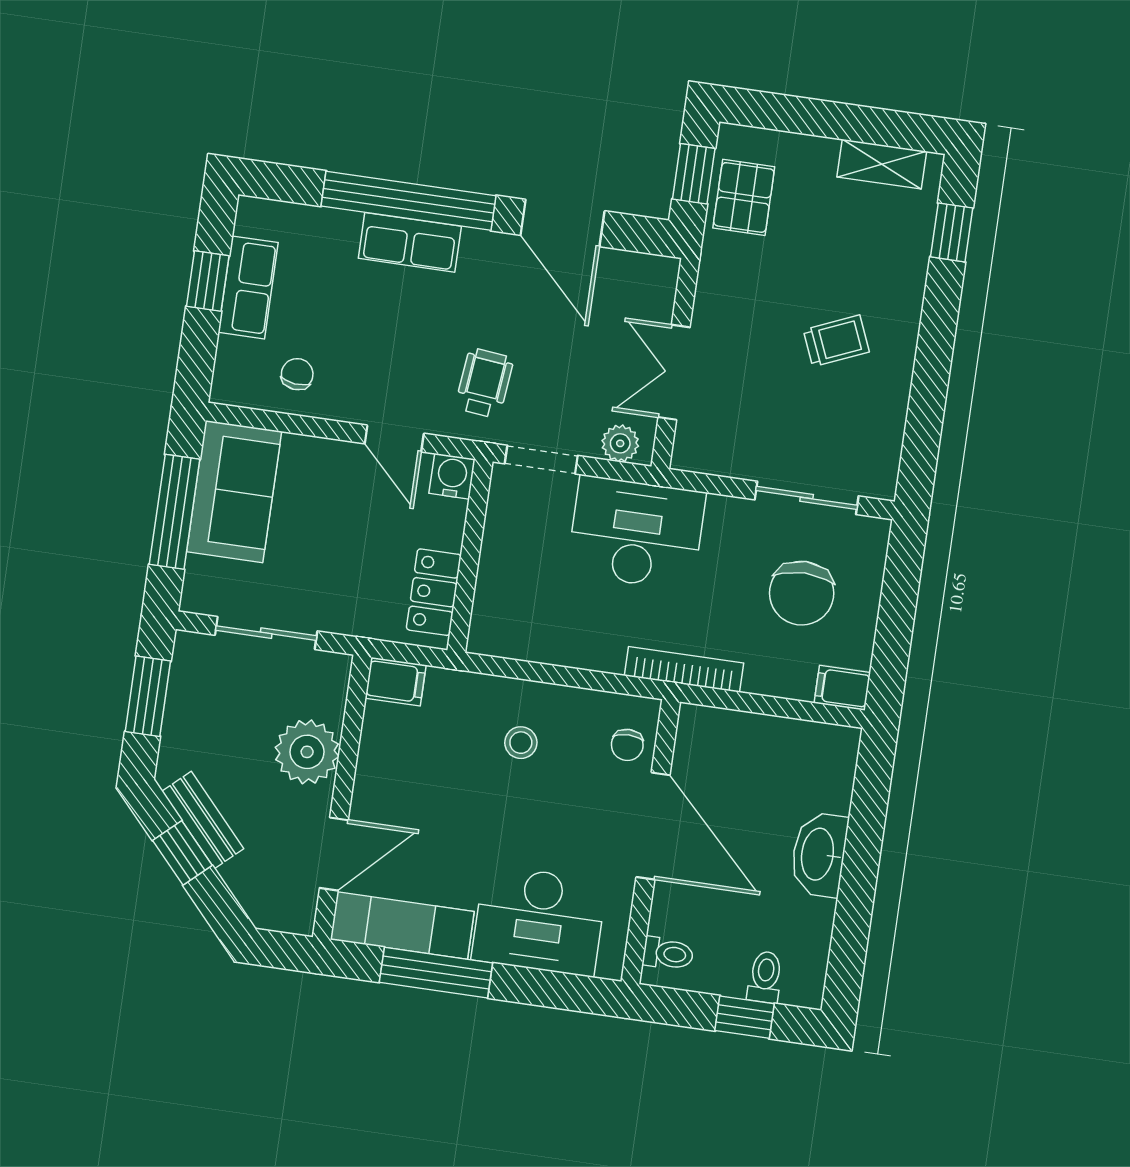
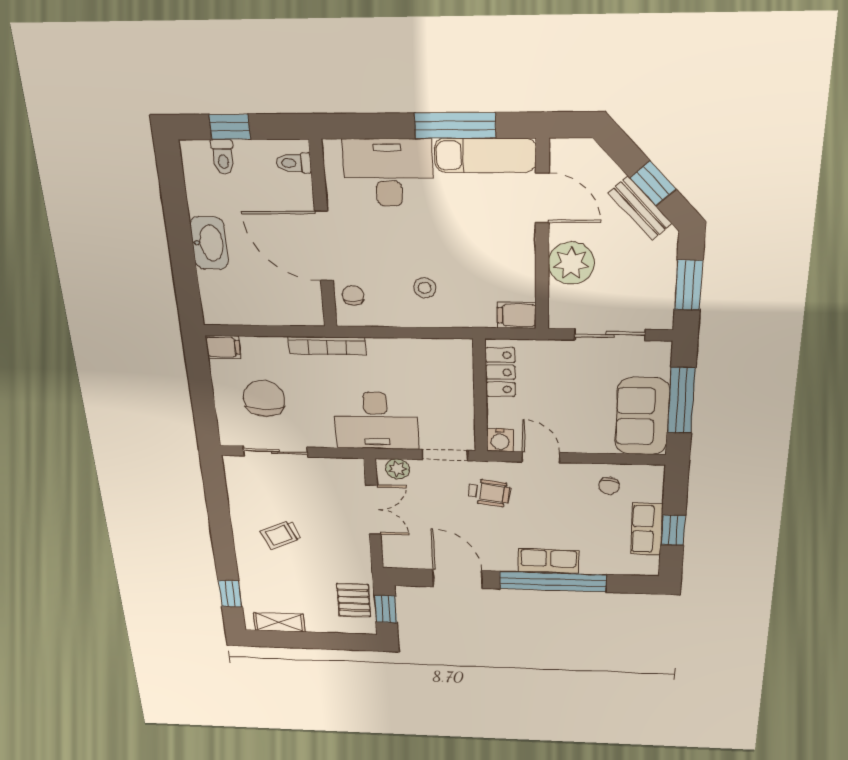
wheelchair: (484, 383) -> (489, 493), turned -88
door: (334, 854) -> (542, 198), swing flipped

